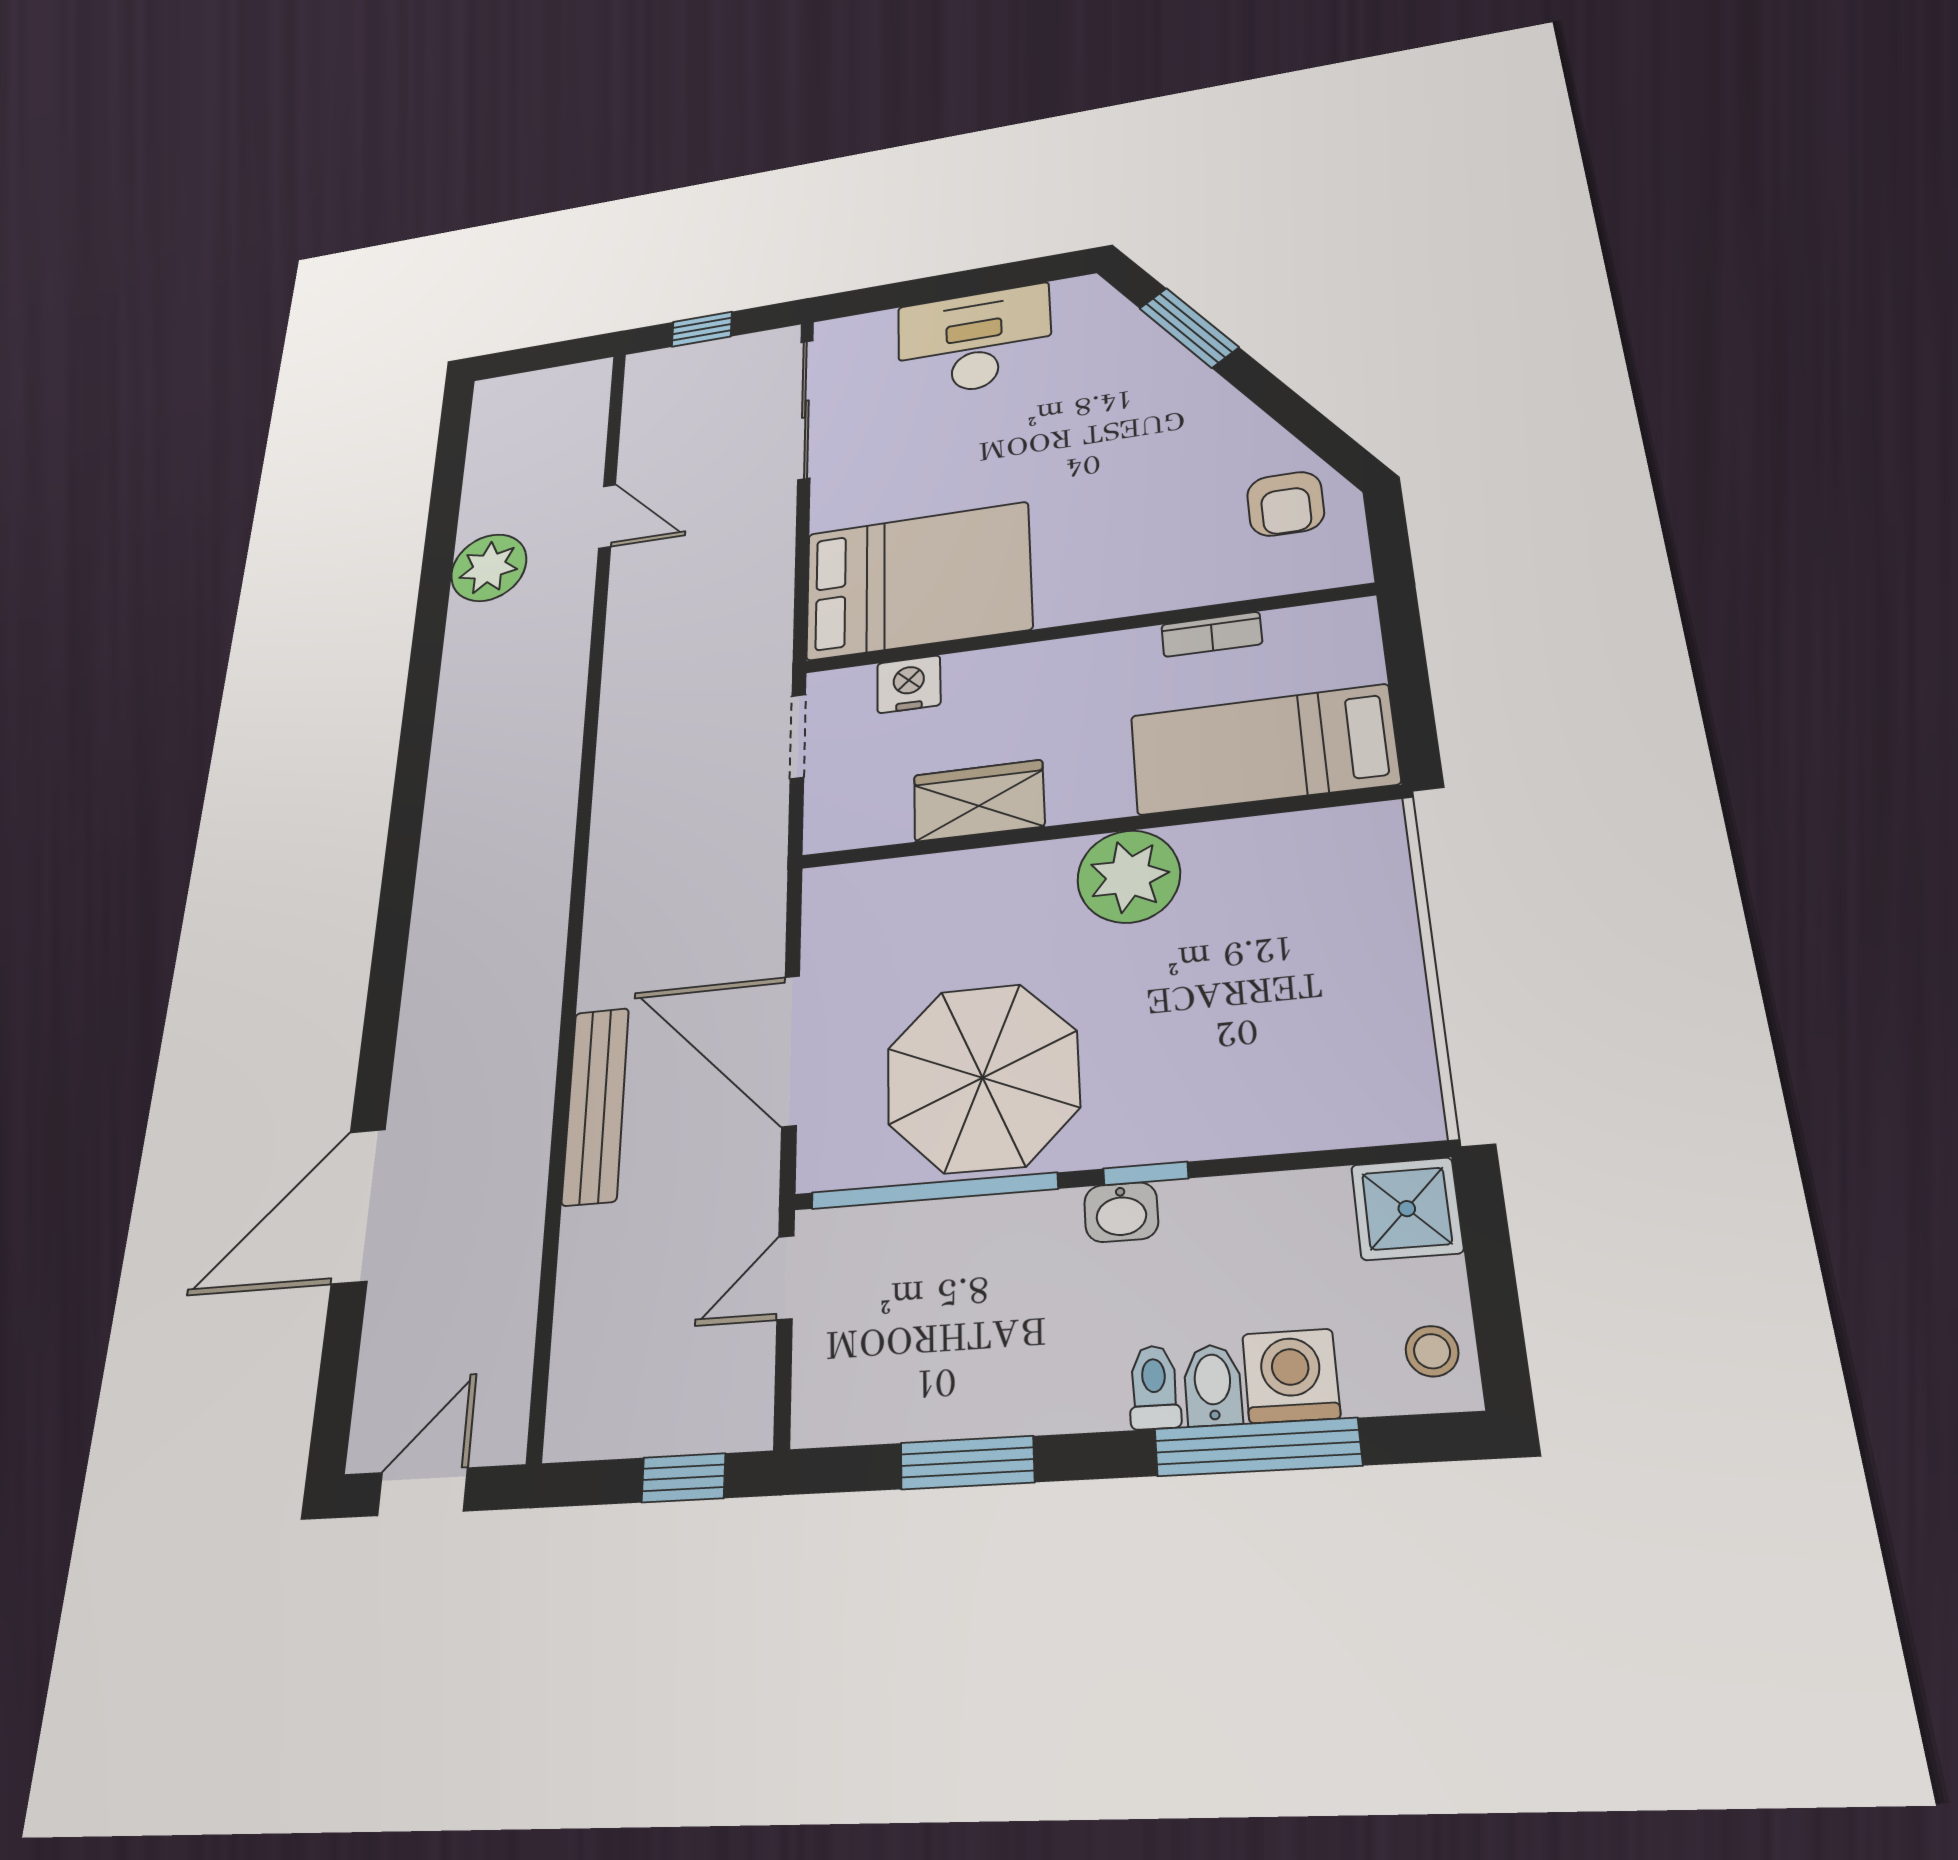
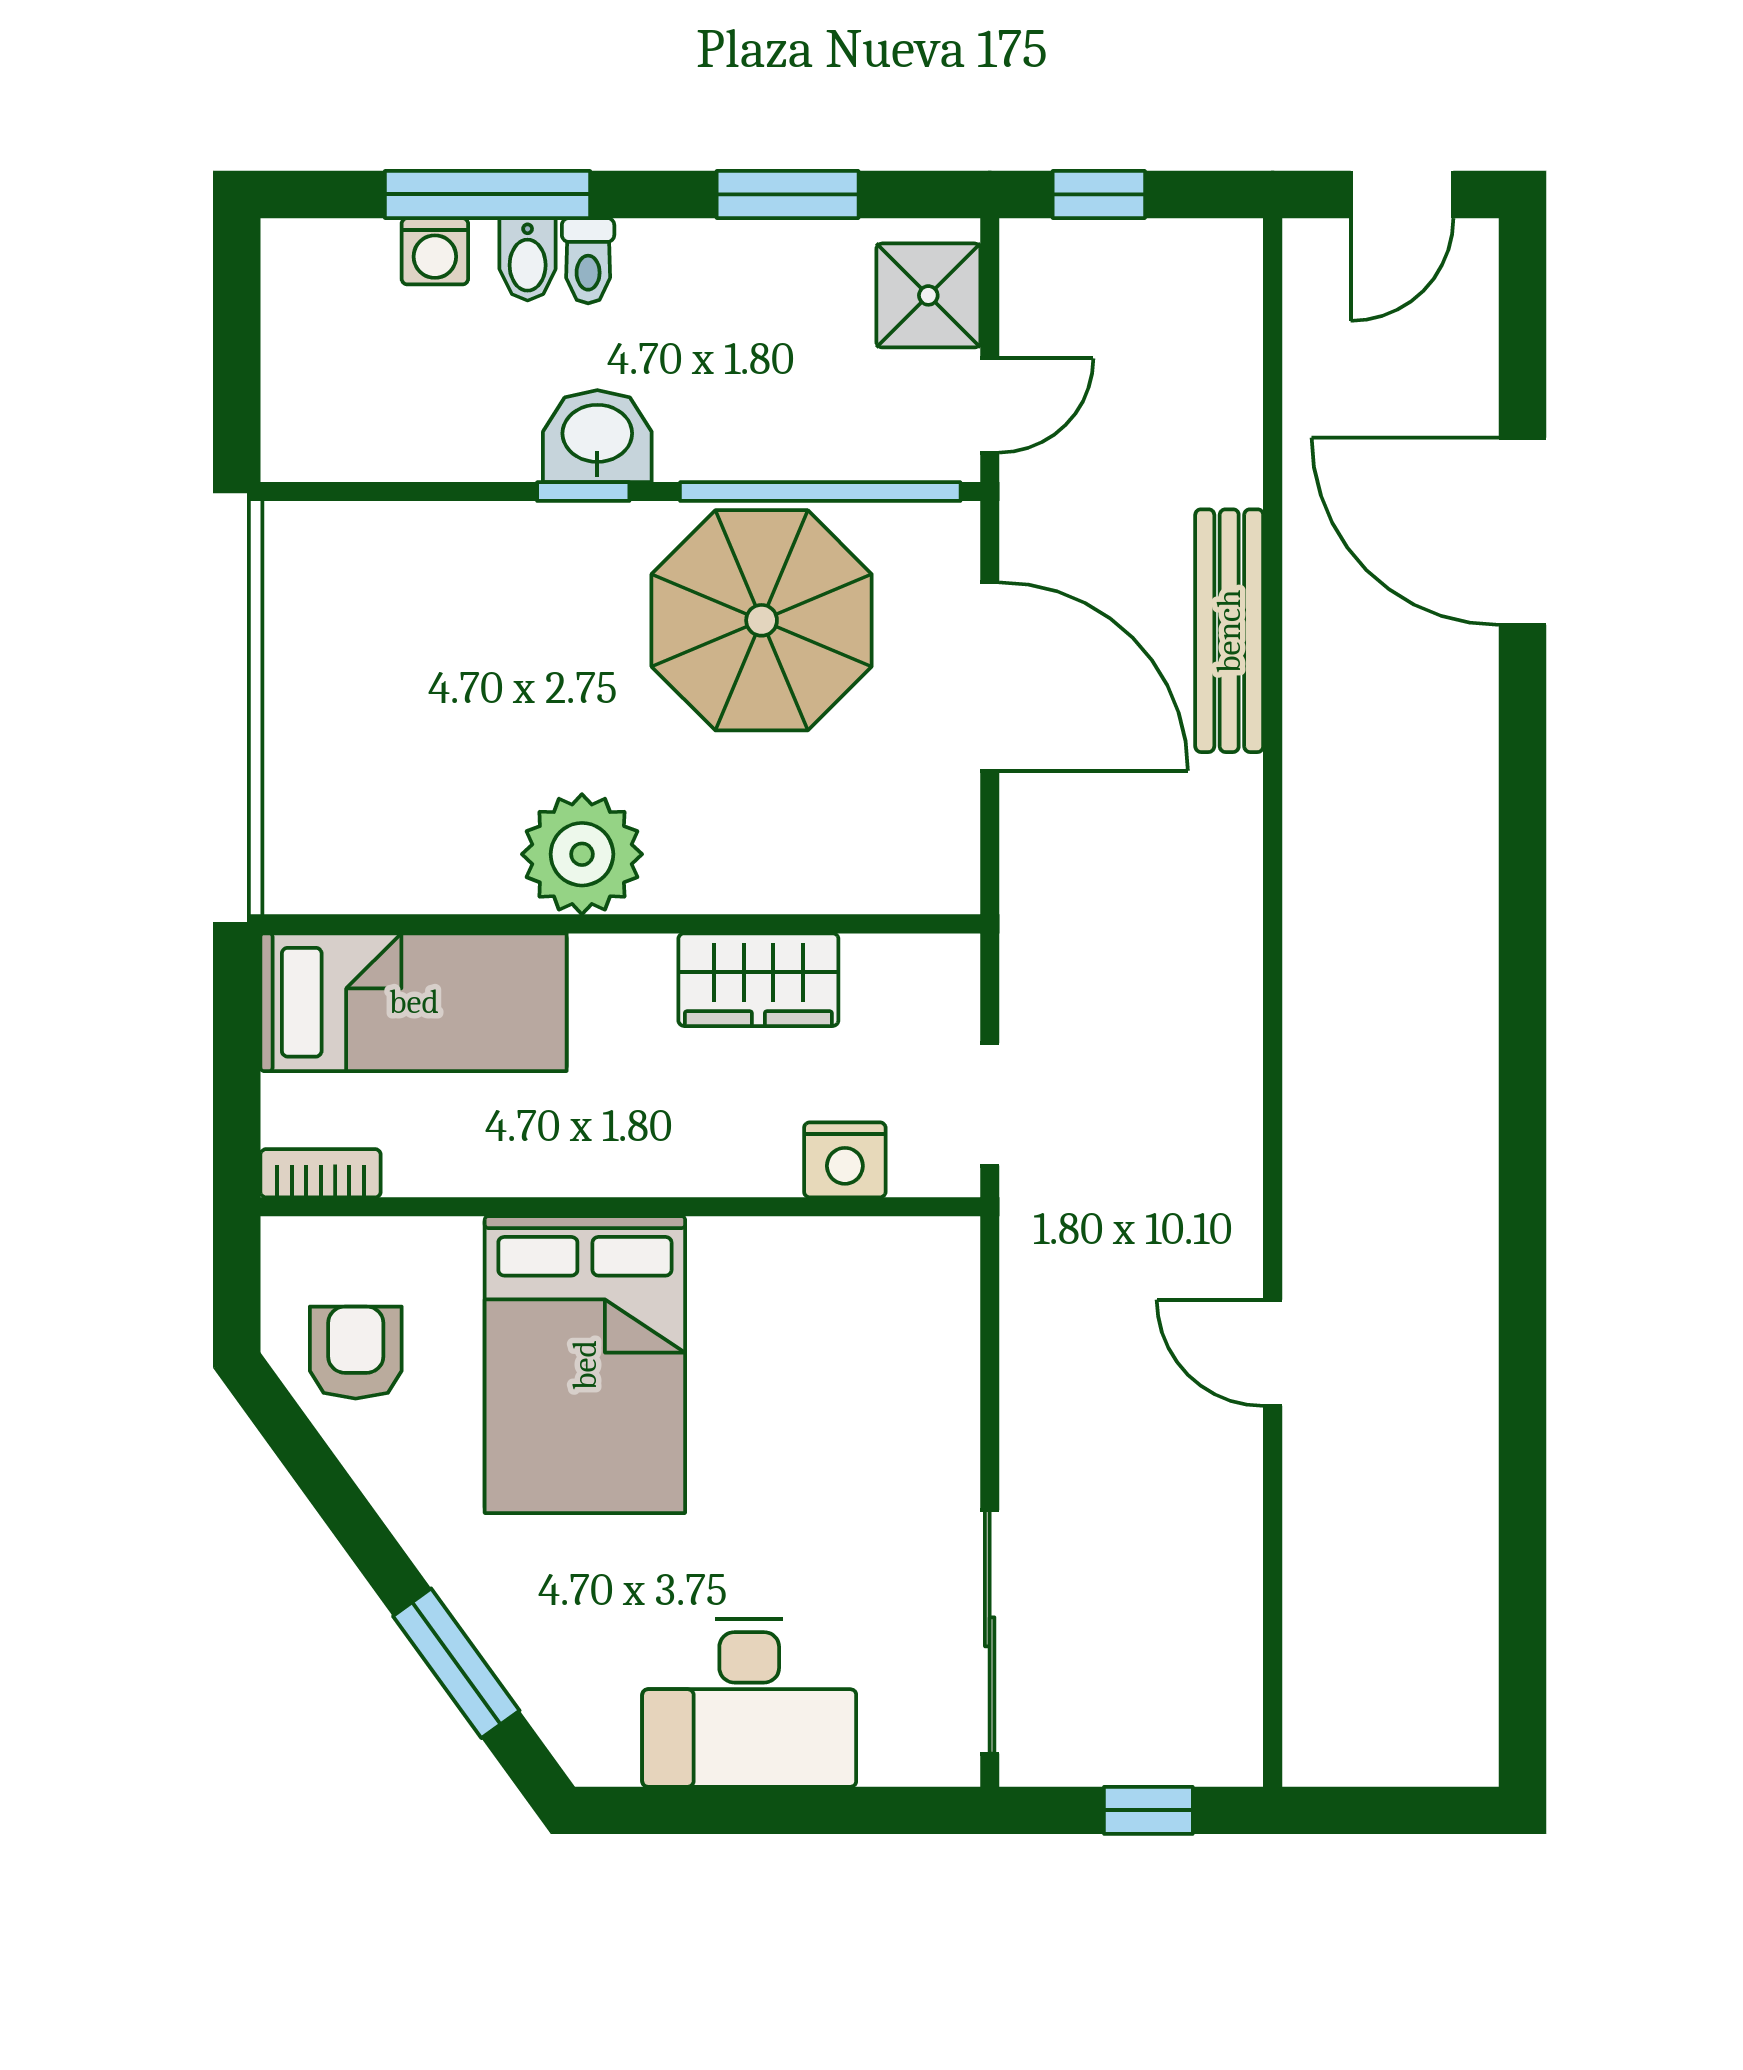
door: (607, 516) -> (1273, 1353), moved
plant: (489, 568) -> (1443, 1443), removed
bed: (918, 581) -> (585, 1365), moved, turned -90
bookcase: (1212, 634) -> (321, 1173), moved
door: (359, 1206) -> (1523, 531), swing flipped
shower: (1407, 1209) -> (928, 295), moved
washbasin: (1121, 1212) -> (597, 436), width x1.38, depth x1.45
stool: (1432, 1351) -> (305, 280), removed
washing machine: (1291, 1376) -> (435, 251), width x0.73, depth x0.73

